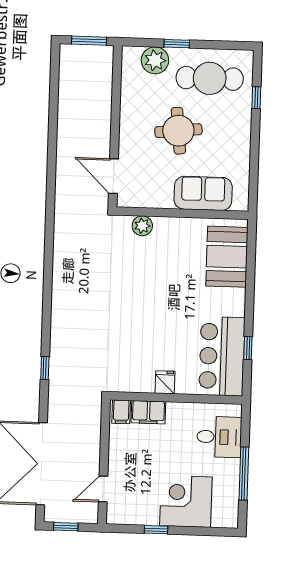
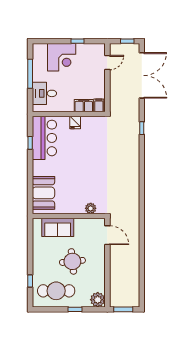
plant: (155, 60) -> (98, 300), moved

